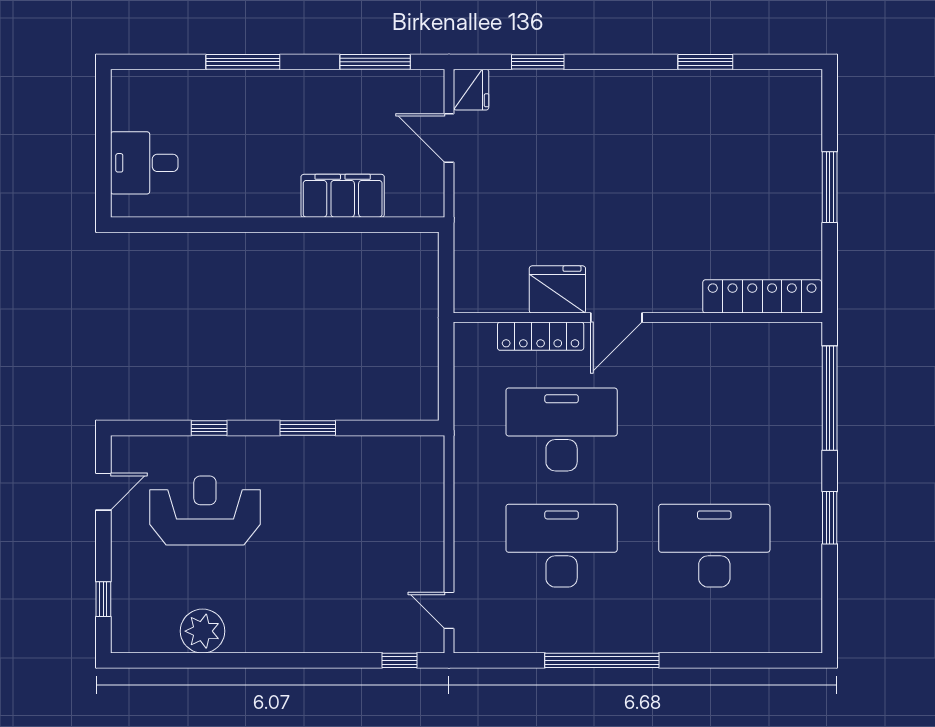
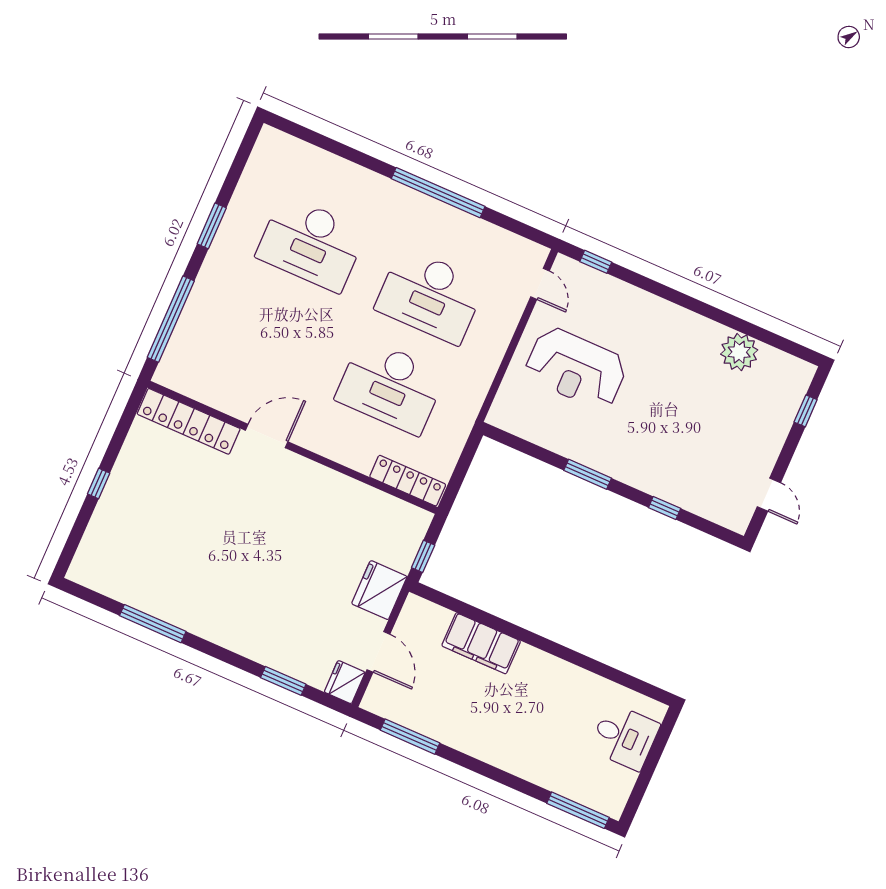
window: (243, 62) -> (578, 810), moved
window: (705, 62) -> (153, 624), width x1.44
window: (830, 187) -> (99, 483), width x0.46
window: (446, 262) -> (423, 556), added
fridge: (557, 289) -> (379, 590), moved, turned 90
door: (616, 318) -> (267, 436), moved
locker: (541, 336) -> (408, 481), moved
door: (103, 492) -> (769, 495), swing flipped
reception desk: (205, 510) -> (576, 368), moved

